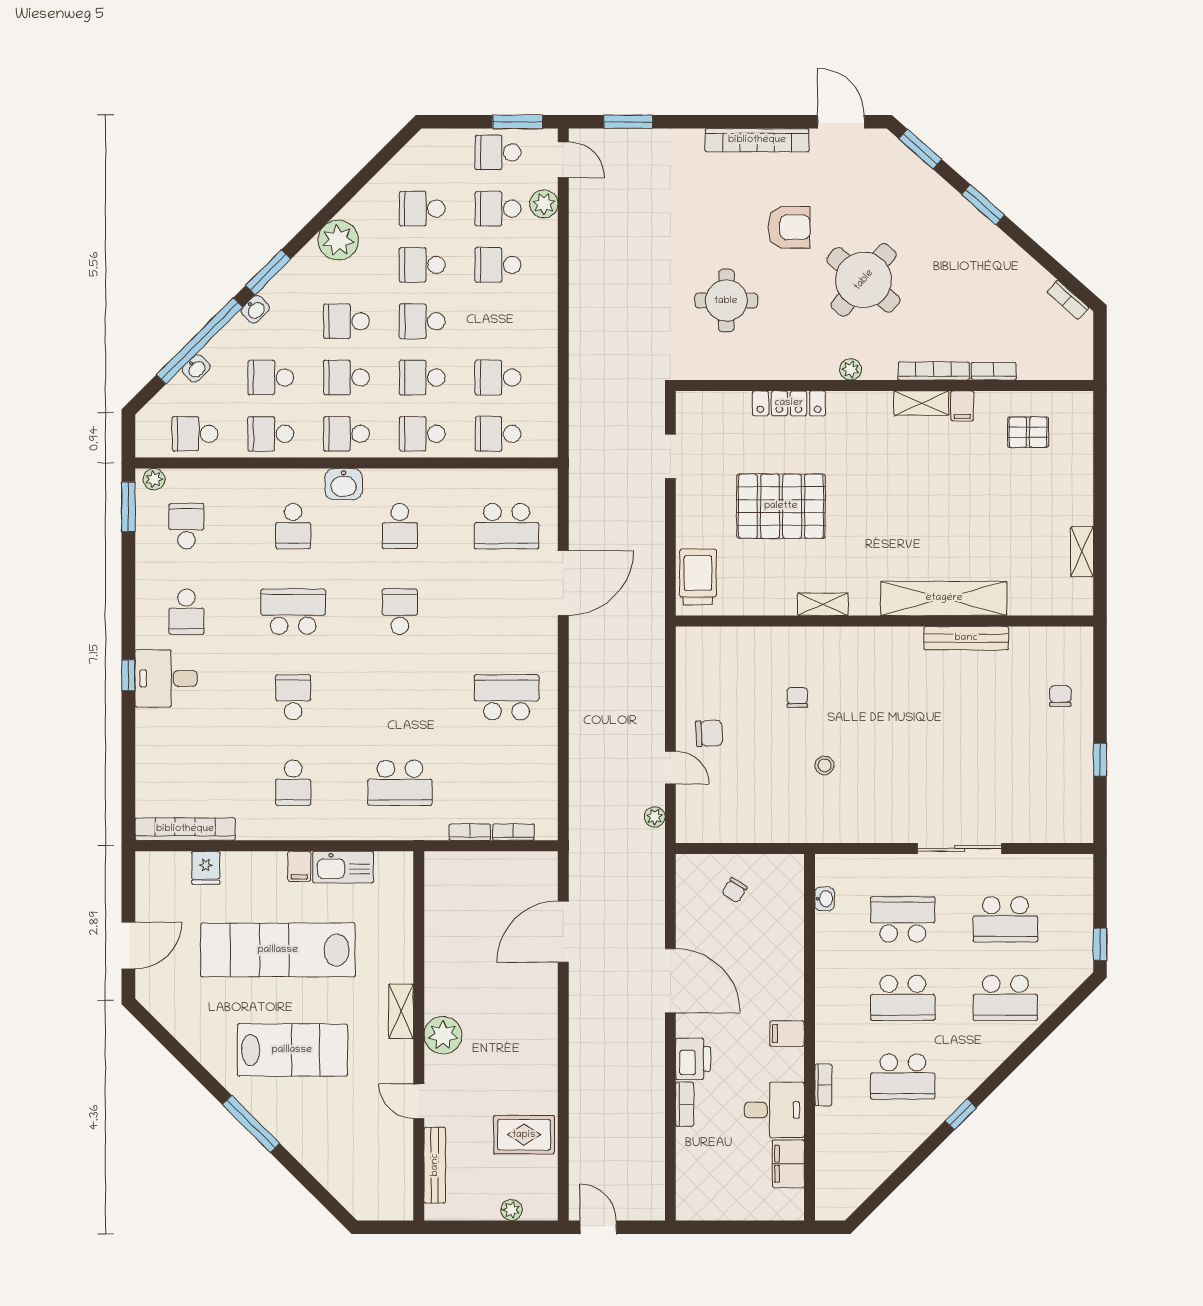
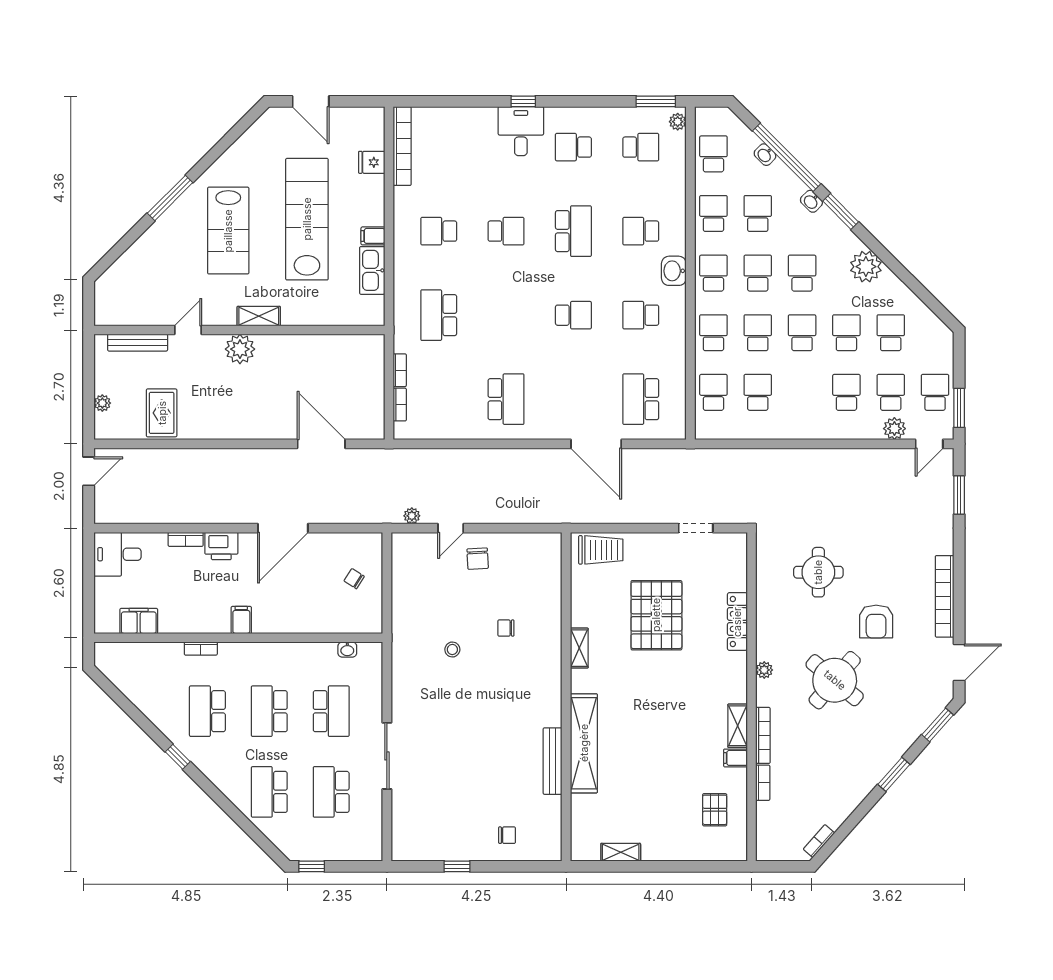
chair: (797, 697) -> (506, 628), turned 180
desk: (774, 1110) -> (118, 554), moved, turned 90

